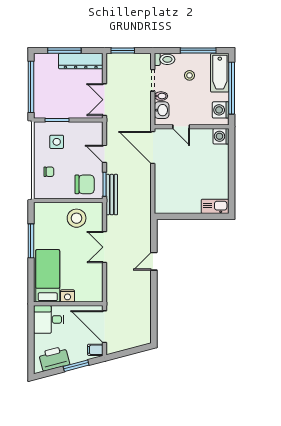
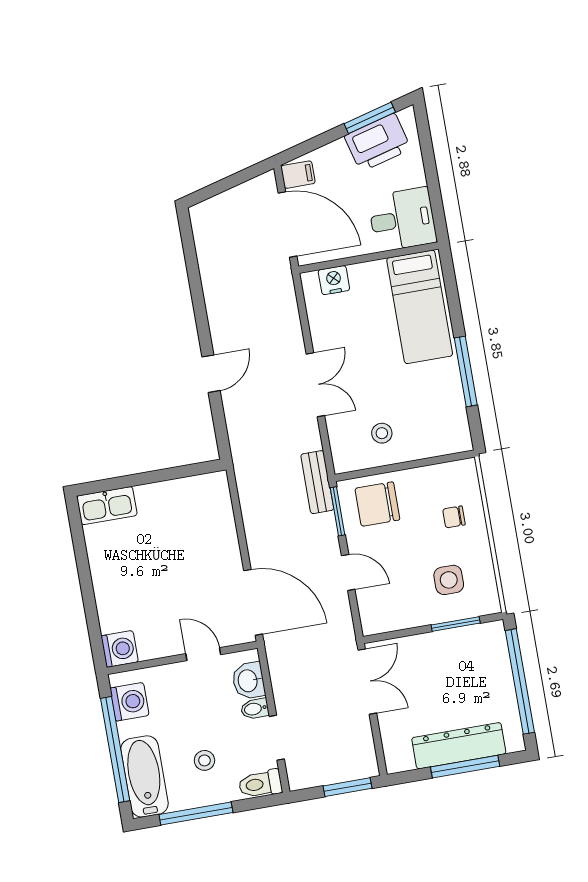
dresser: (81, 61) -> (459, 746), moved
bench: (112, 195) -> (317, 482), width x0.73
stool: (77, 218) -> (382, 433), width x0.53, depth x0.53
nightstand: (67, 296) -> (334, 280), moved
window: (76, 366) -> (370, 118), moved

